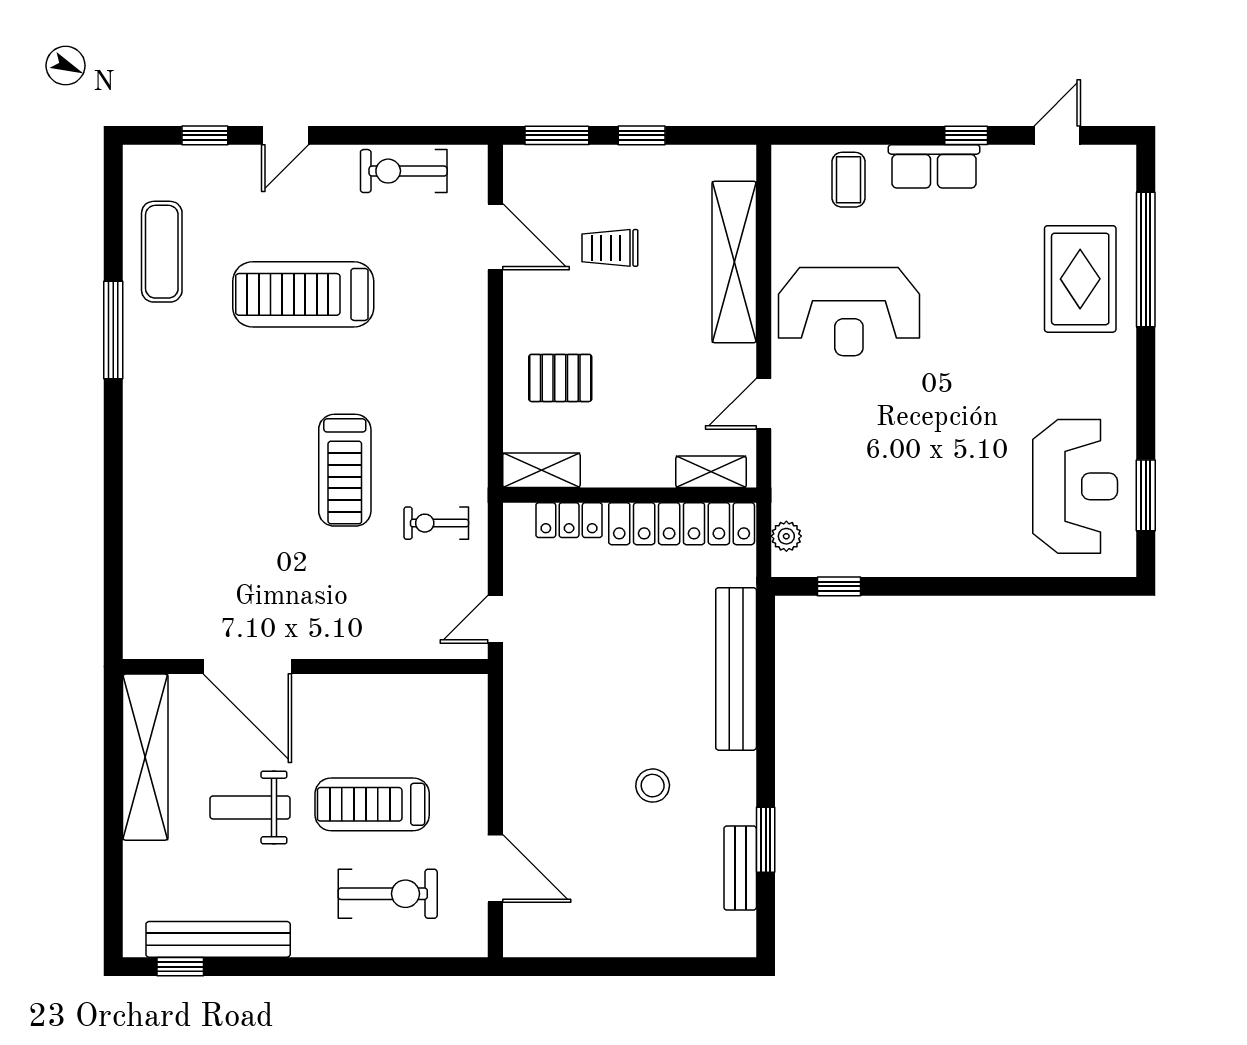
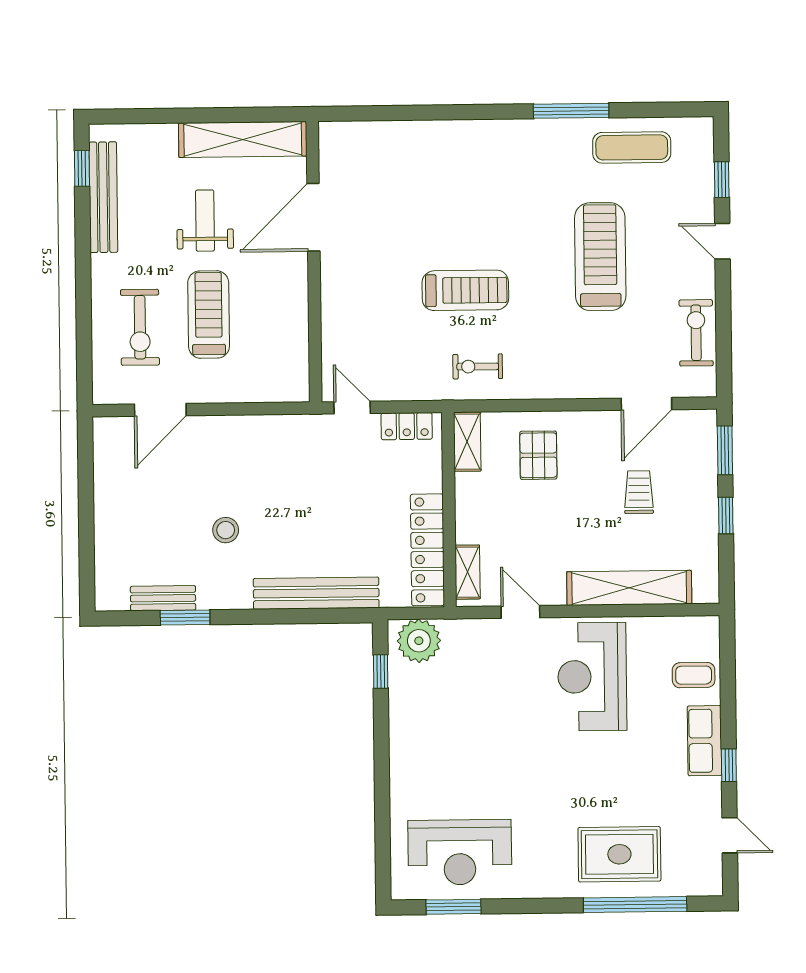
treadmill: (345, 470) -> (465, 290), turned 180
locker: (569, 520) -> (407, 426), moved, turned -90
exercise bike: (436, 523) -> (478, 366), moved, turned -90
plant: (786, 536) -> (419, 641), width x1.88, depth x1.88

